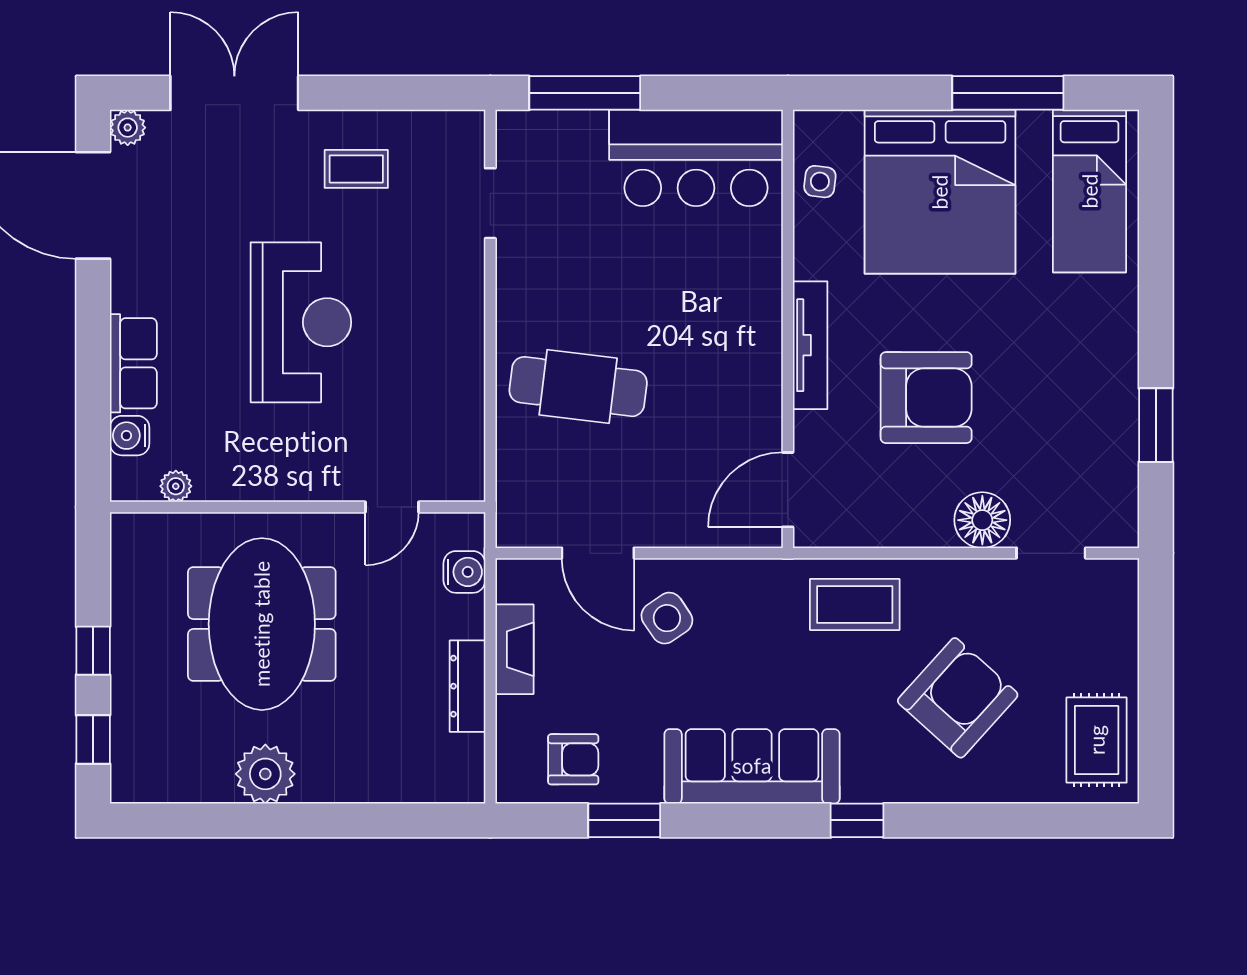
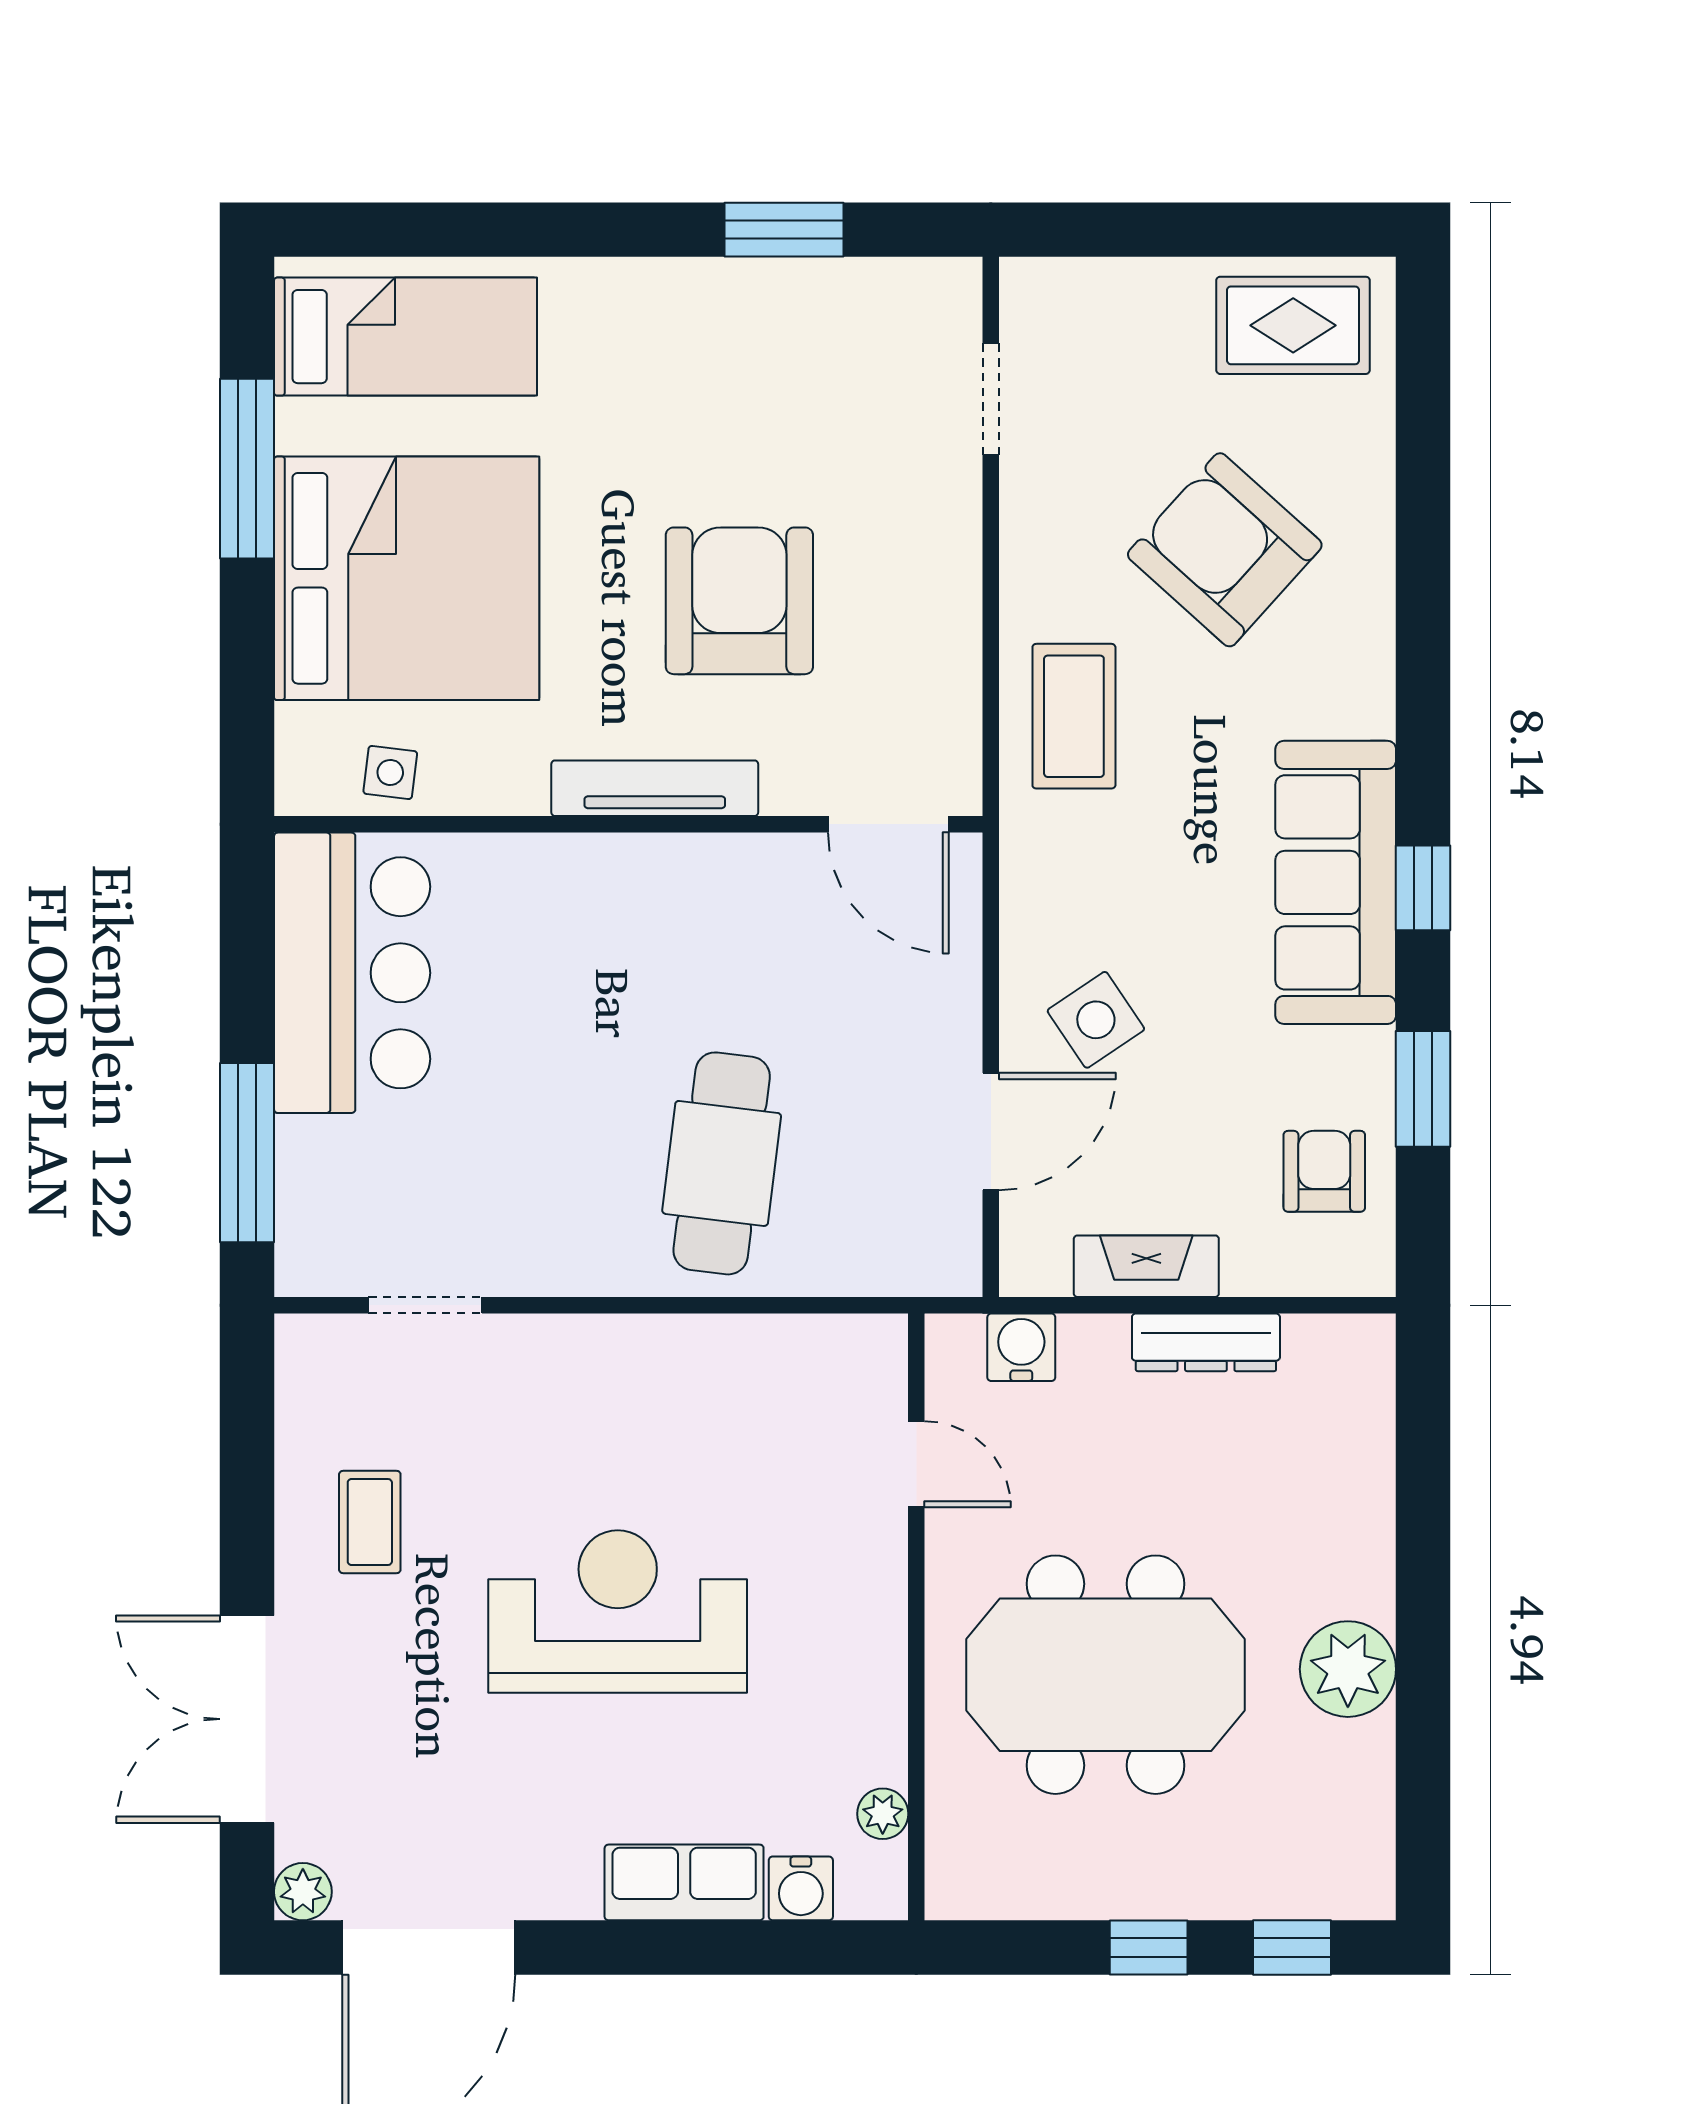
floor lamp: (982, 520) -> (938, 510), removed
window: (857, 820) -> (1423, 888), moved

